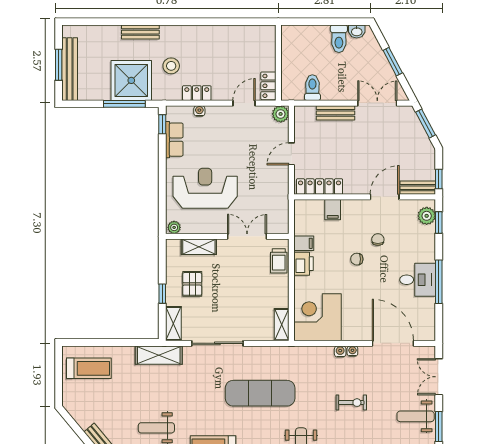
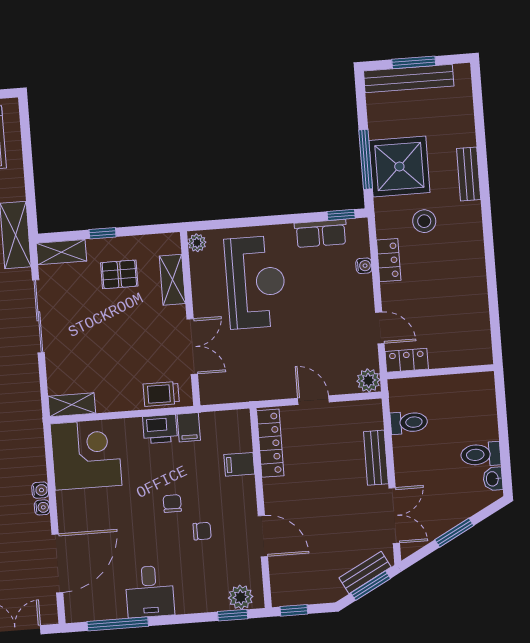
bench: (418, 188) -> (365, 572), moved, turned 62
window: (439, 282) -> (118, 624), moved

